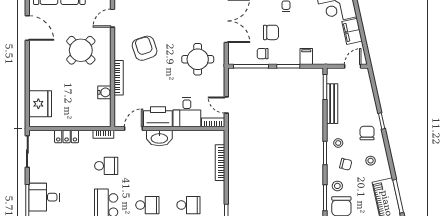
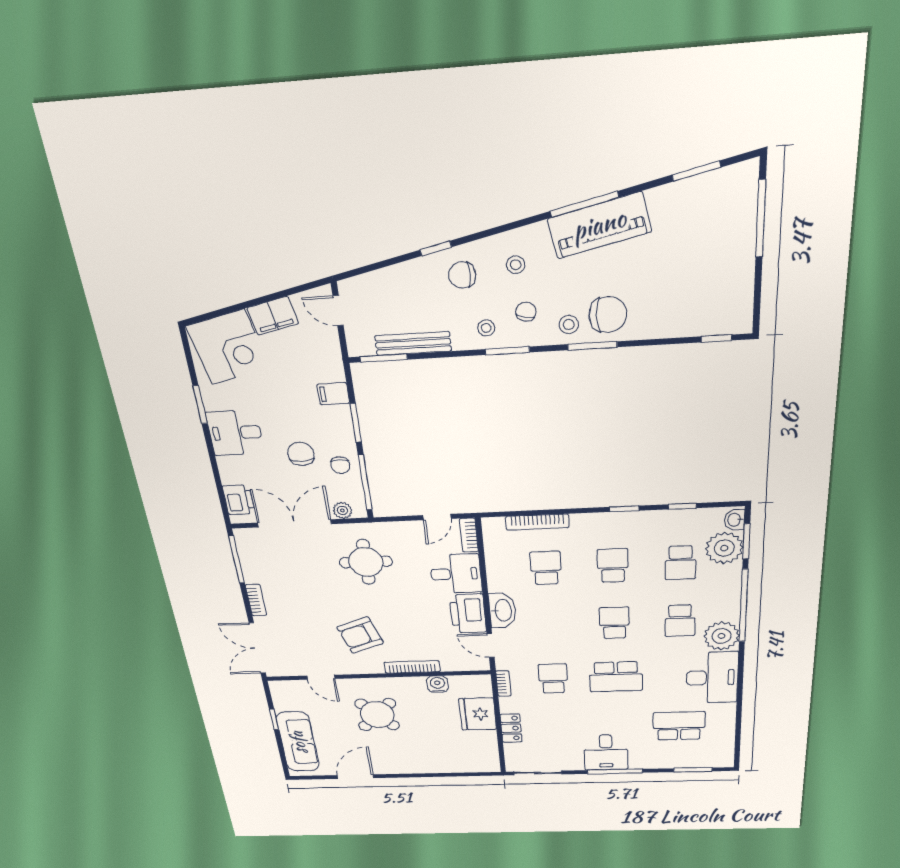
plant: (233, 51) -> (342, 510), added
fridge: (40, 104) -> (478, 714), moved, turned -90
school desk: (188, 166) -> (546, 568), added

